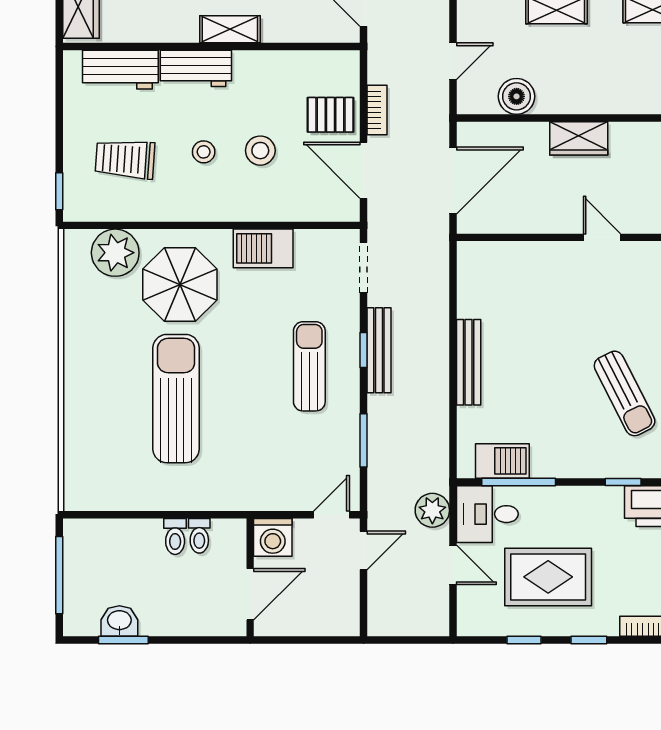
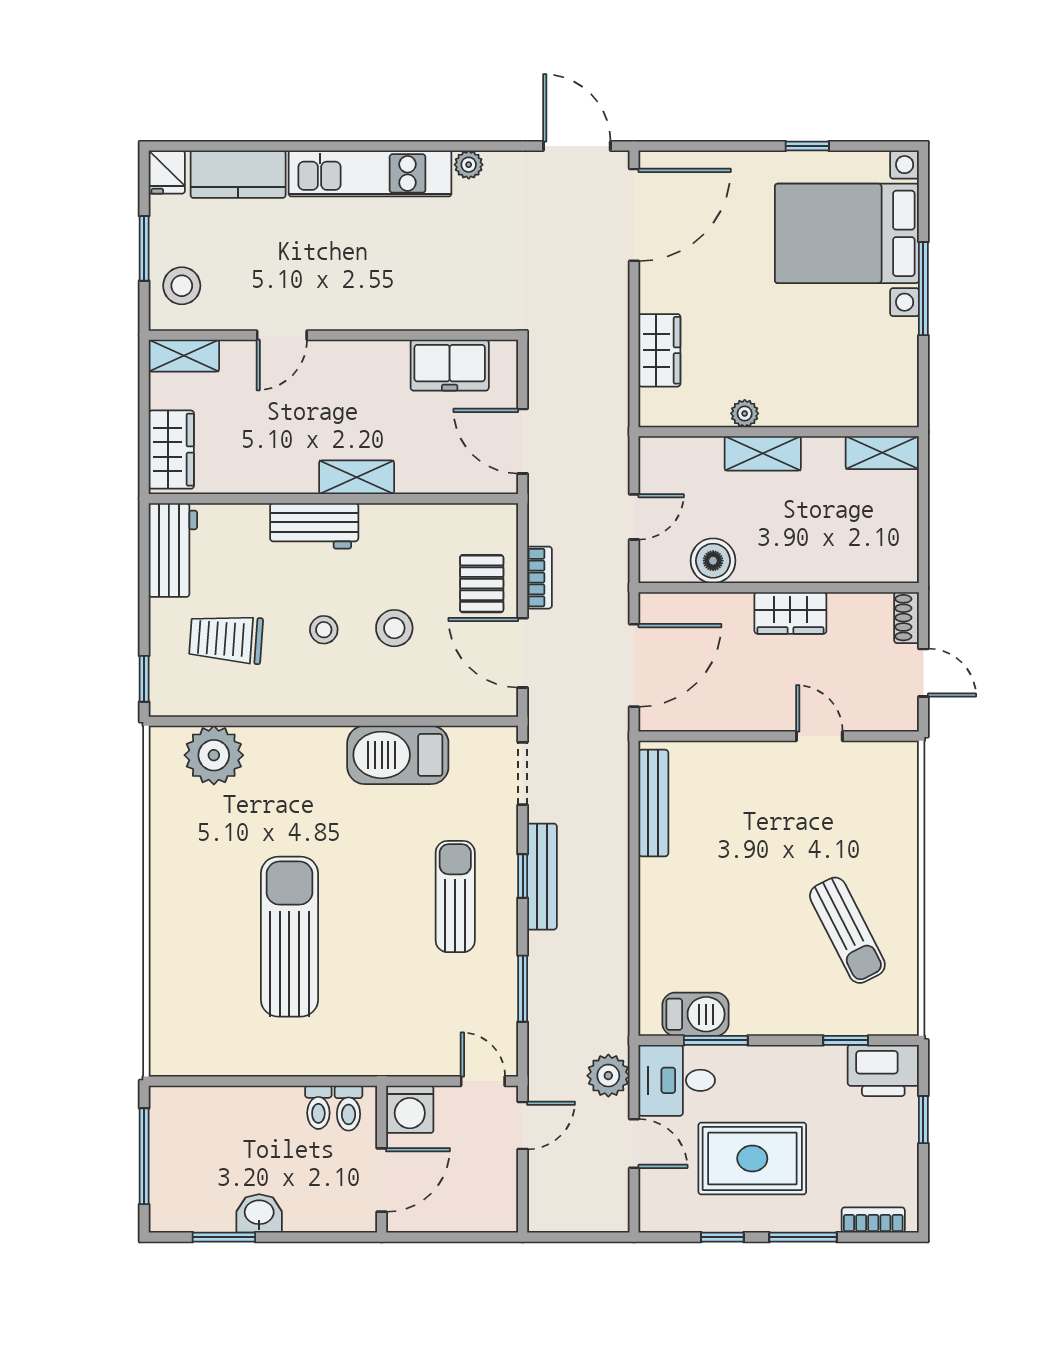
workbench: (120, 70) -> (173, 550), moved, turned -90
pallet: (331, 115) -> (482, 584), turned 90
barbecue: (263, 248) -> (398, 755), width x1.37, depth x1.21
parasol: (180, 284) -> (294, 795), removed
bench: (469, 362) -> (653, 803), moved
window: (519, 482) -> (716, 1040), width x0.69
door: (332, 515) -> (483, 1081), hinge flipped
toilet: (175, 536) -> (348, 1108), moved
washbasin: (119, 621) -> (259, 1213), moved
window: (589, 640) -> (803, 1237), width x1.50

